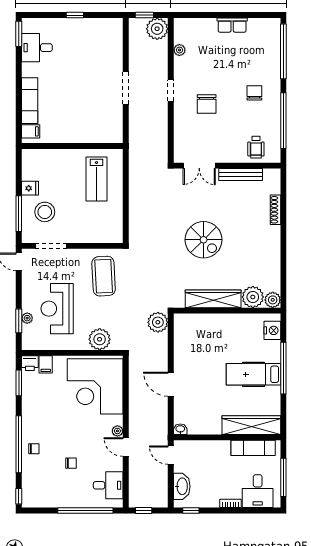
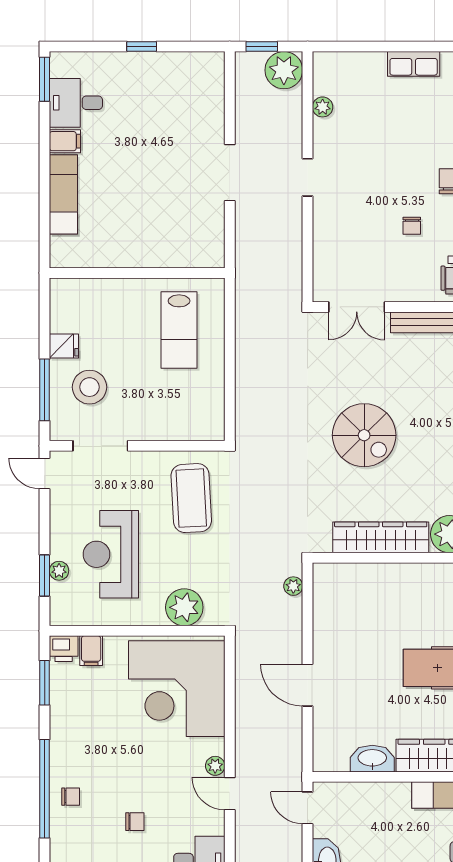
chair: (207, 104) -> (412, 226), moved, width x0.54, depth x0.54
filing cabinet: (31, 131) -> (65, 141), moved
plant: (158, 322) -> (293, 586), width x0.53, depth x0.53
washbasin: (180, 429) -> (372, 759), moved, width x1.91, depth x1.45

